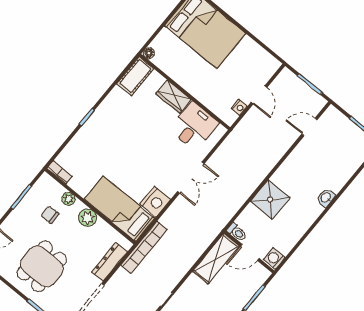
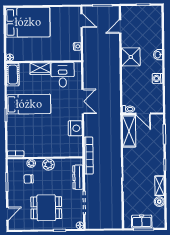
door: (259, 95) -> (82, 21), moved
shower: (270, 199) -> (131, 57), moved
bed: (119, 209) -> (29, 104), moved, turned 180
door: (250, 252) -> (143, 114), hinge flipped
washing machine: (274, 258) -> (157, 78), moved
dining table: (42, 266) -> (46, 208), turned 90

